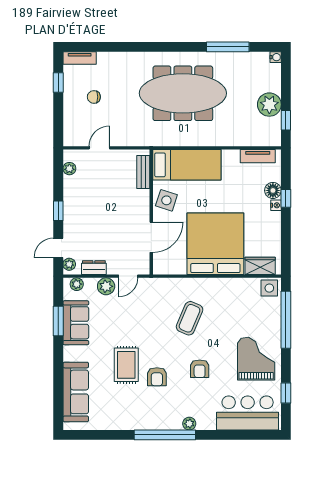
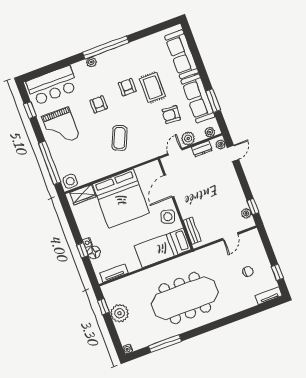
window: (58, 211) -> (253, 207), moved
sofa: (76, 323) -> (198, 98), width x1.36
armchair: (116, 323) -> (171, 115), added

